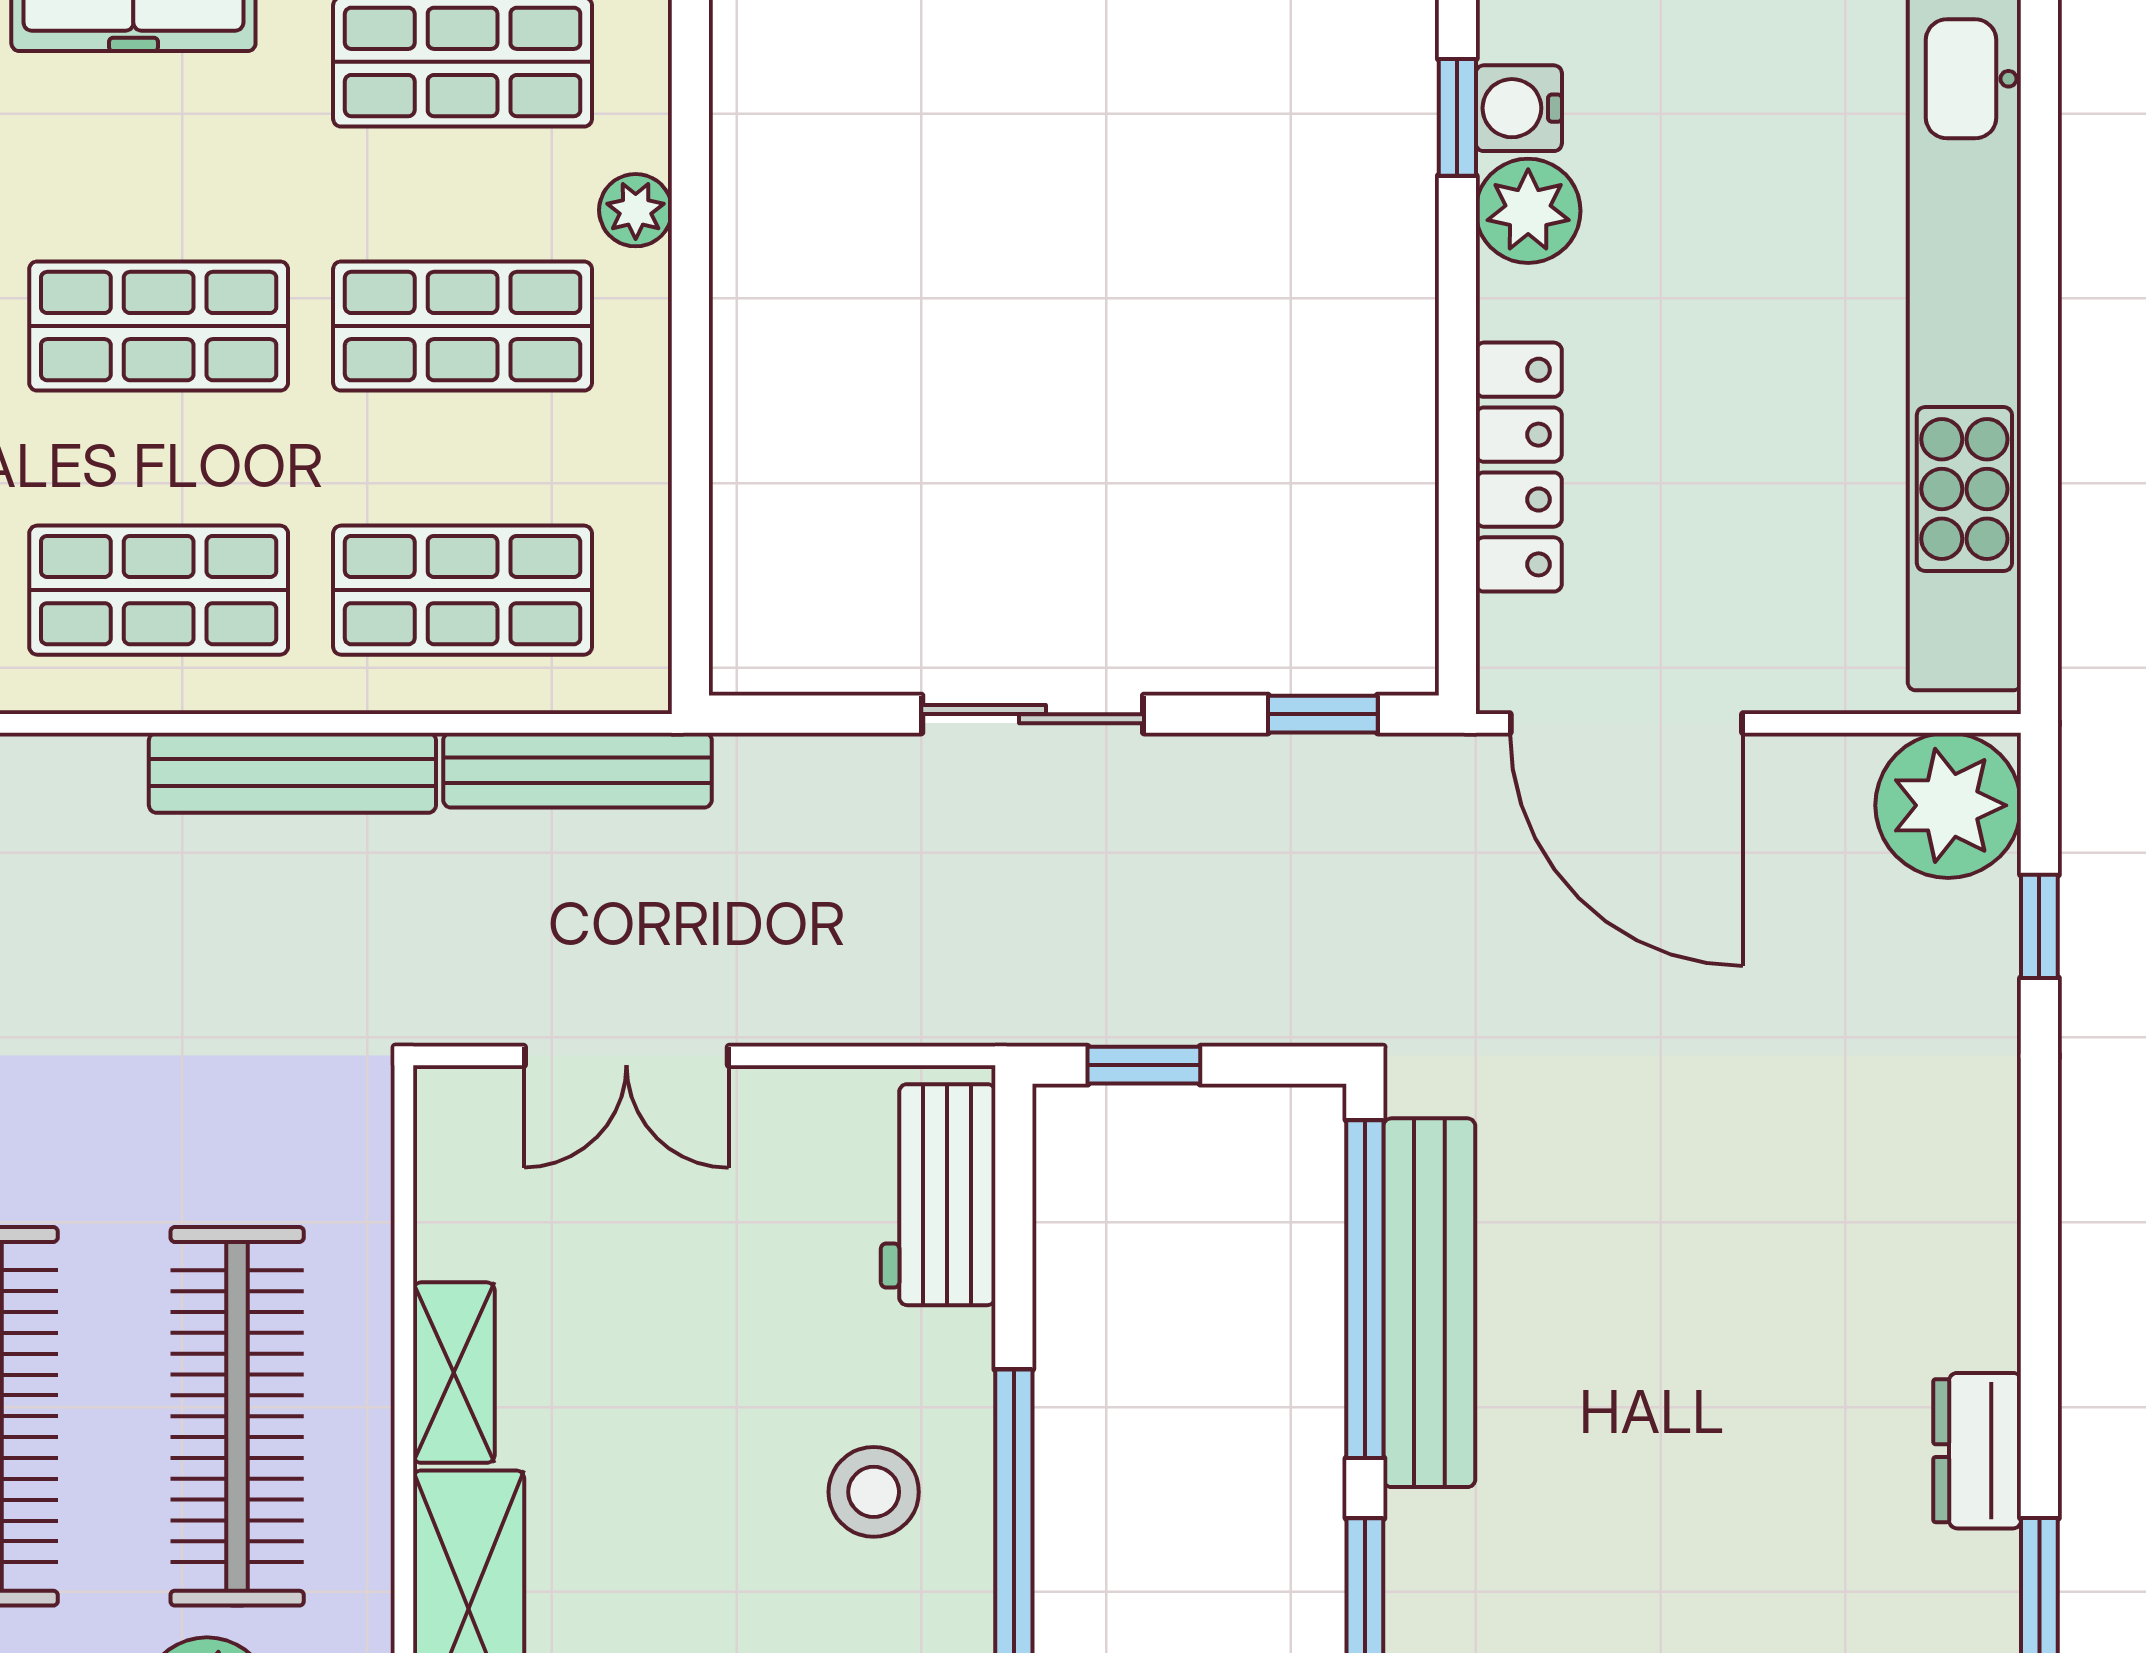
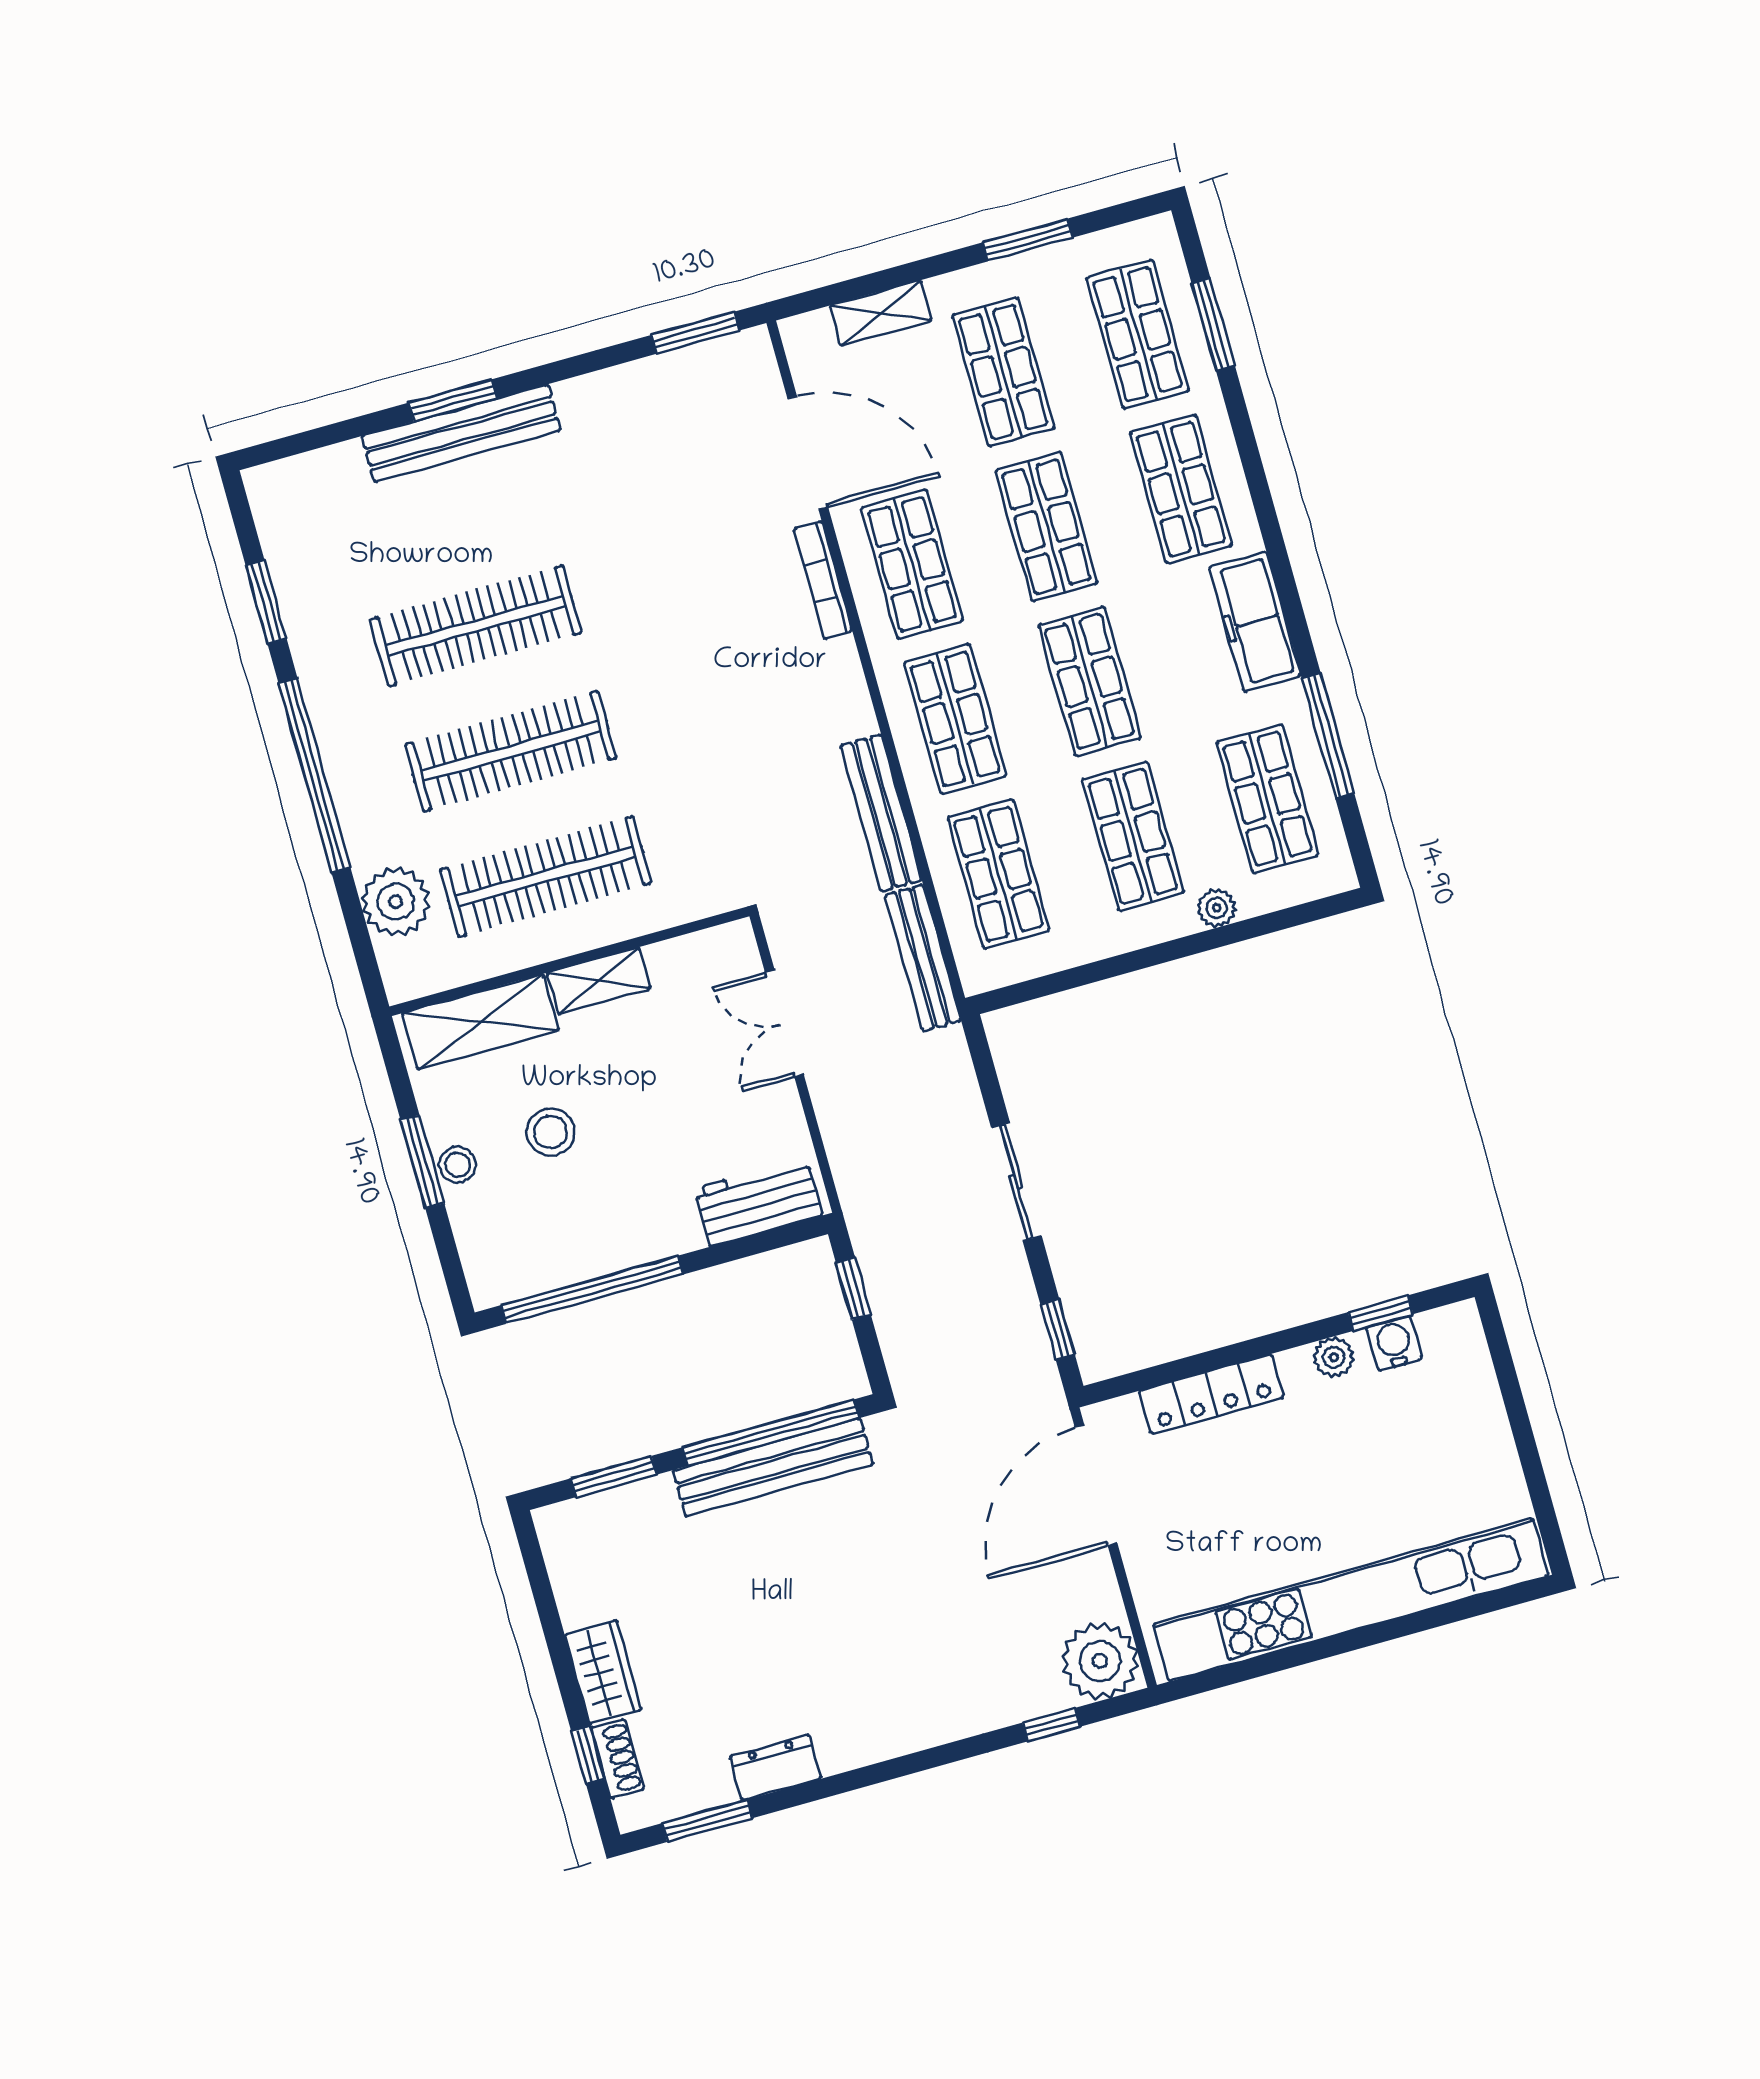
plant: (1528, 211) -> (1334, 1357), width x0.73, depth x0.73
stool: (874, 1492) -> (551, 1132), moved

